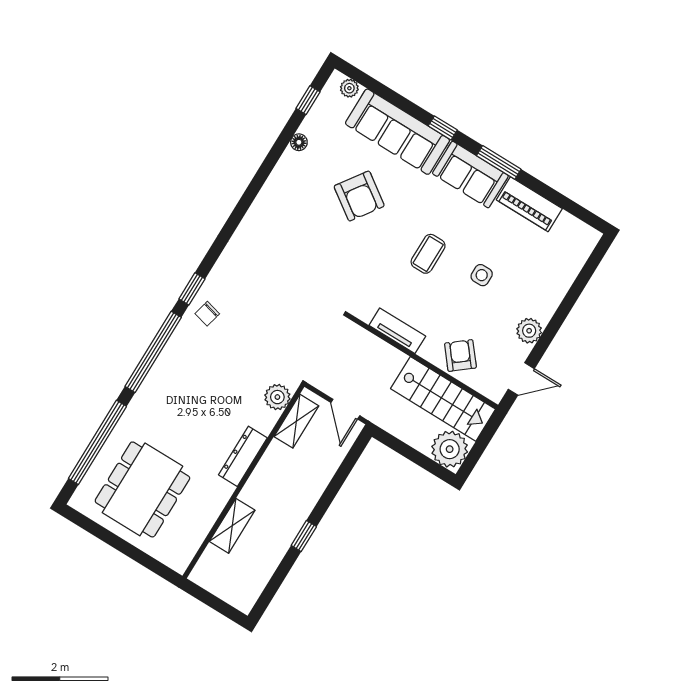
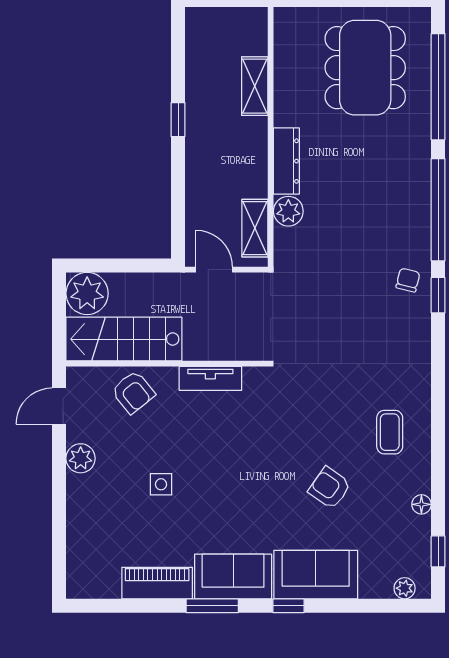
sofa: (397, 132) -> (316, 575), width x0.73
armchair: (359, 196) -> (330, 488), width x0.72, depth x0.72
coffee table: (428, 254) -> (390, 432), moved
plant: (277, 397) -> (288, 211), moved

